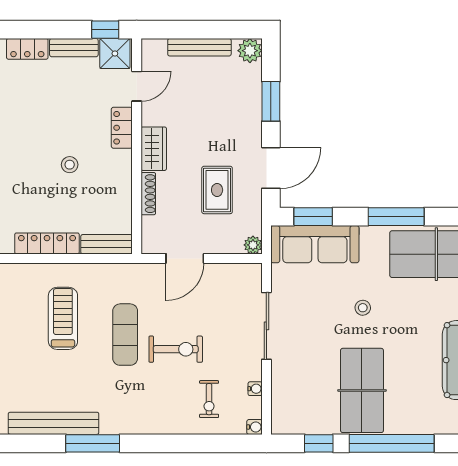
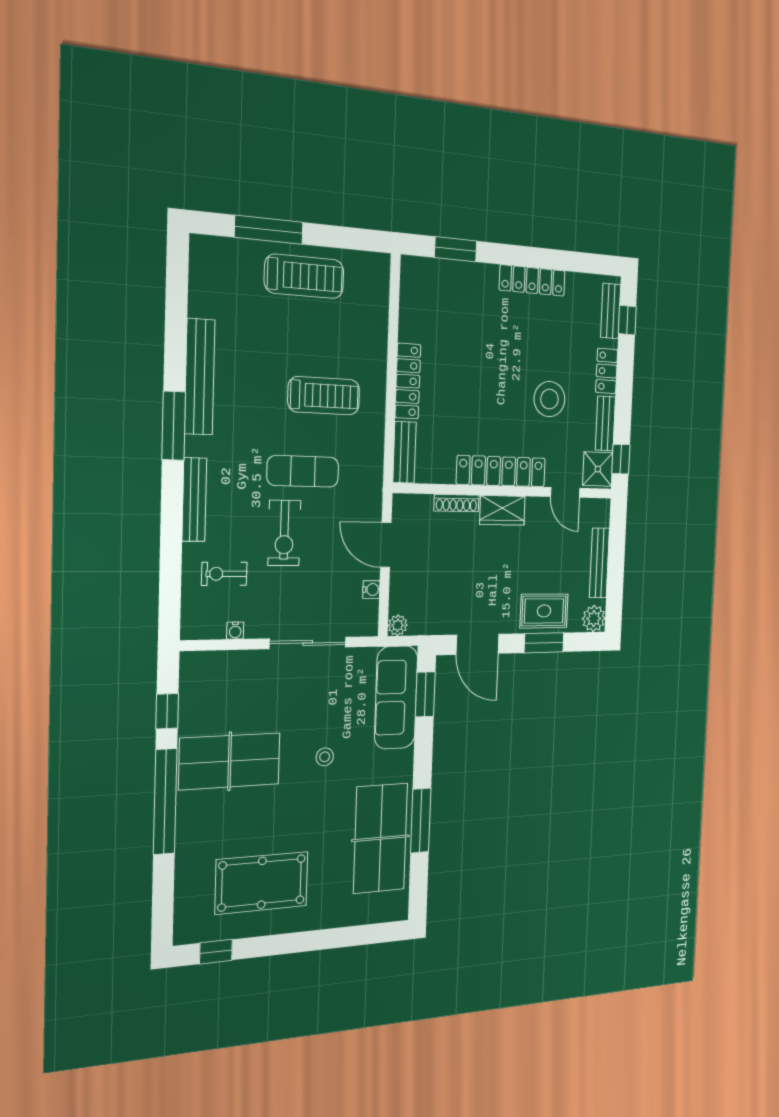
locker: (122, 128) -> (501, 471), width x2.16, depth x1.21
stool: (70, 165) -> (549, 399), moved, width x1.89, depth x1.89
rug: (217, 190) -> (544, 611), moved
window: (396, 217) -> (421, 821), moved
bench: (150, 425) -> (194, 500), added
water cooler: (255, 427) -> (371, 590), moved, turned -90

